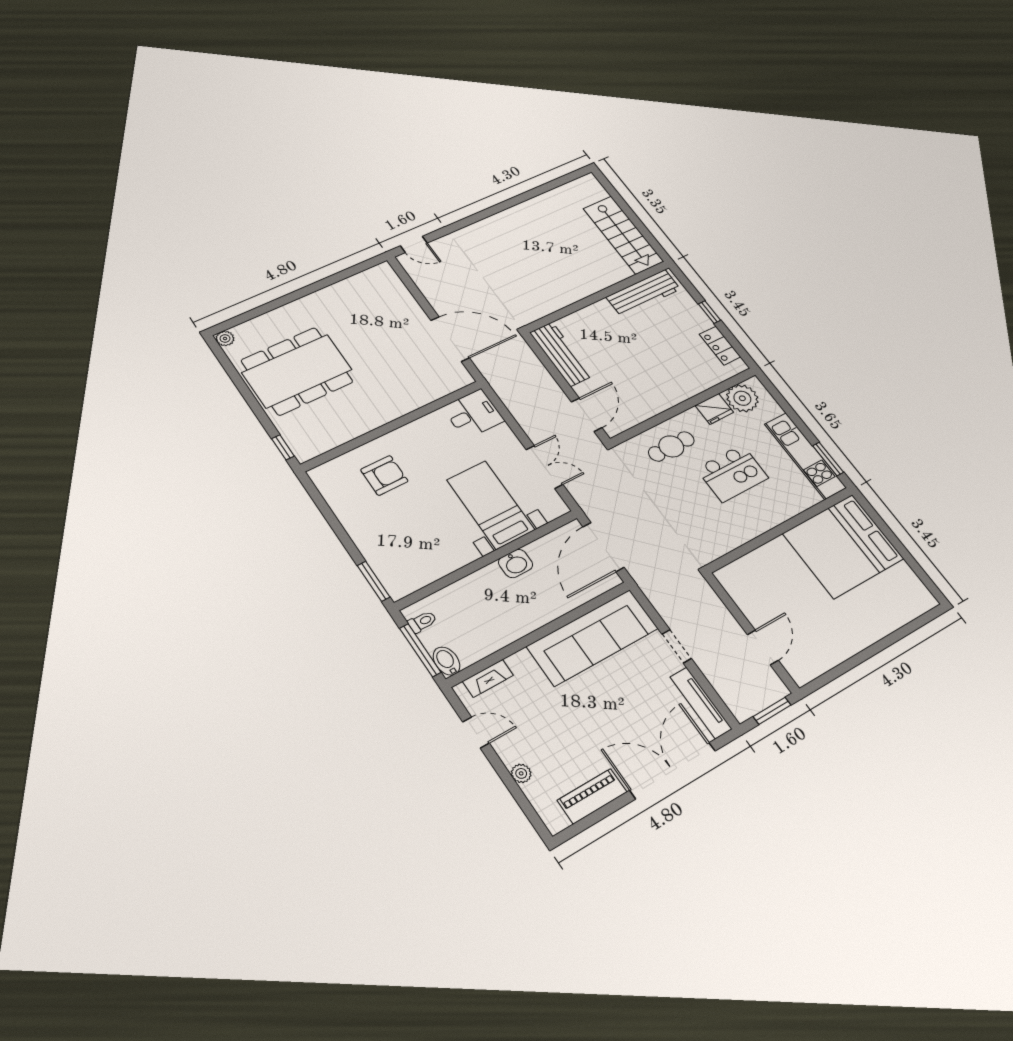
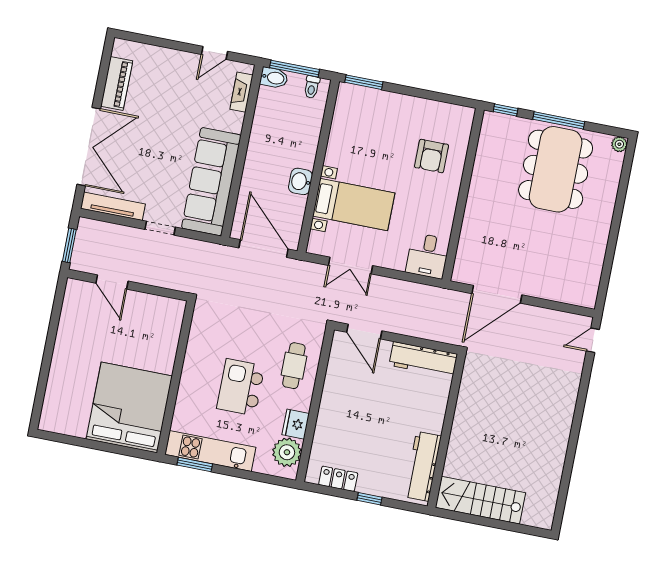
window: (250, 399) -> (559, 120), added
plant: (521, 773) -> (167, 55), removed

